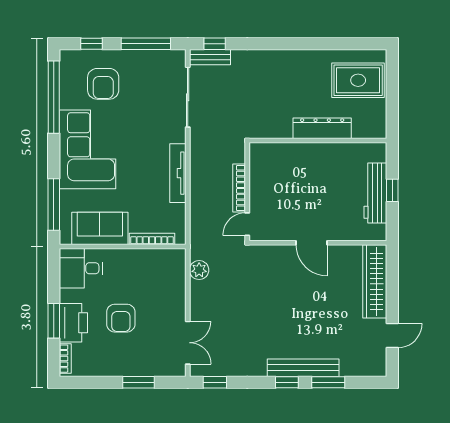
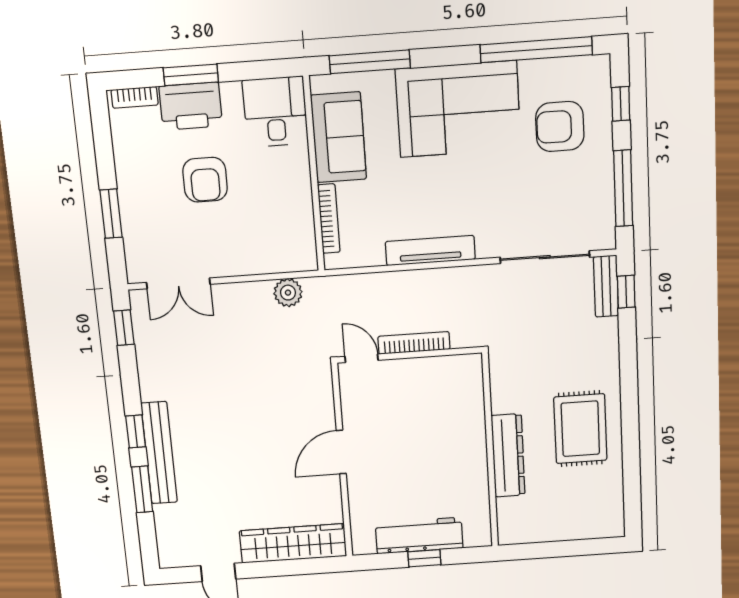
rug: (358, 80) -> (580, 429), moved
armchair: (121, 318) -> (205, 180), turned -90

